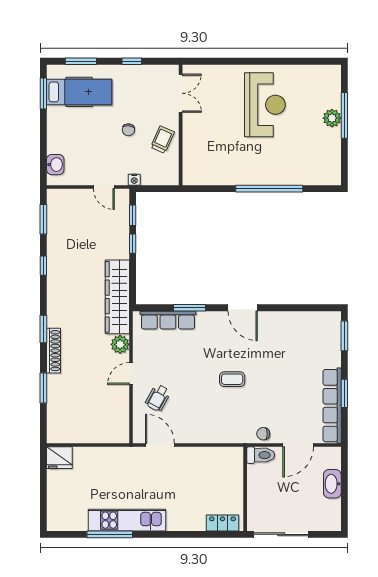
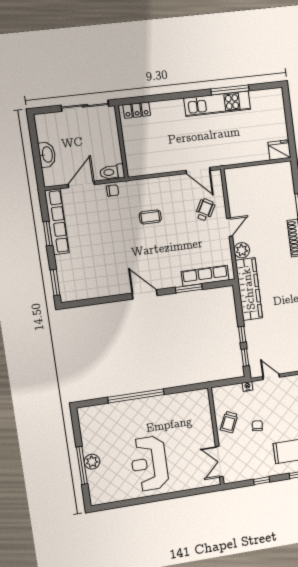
coffee table: (232, 379) -> (150, 217), moved

